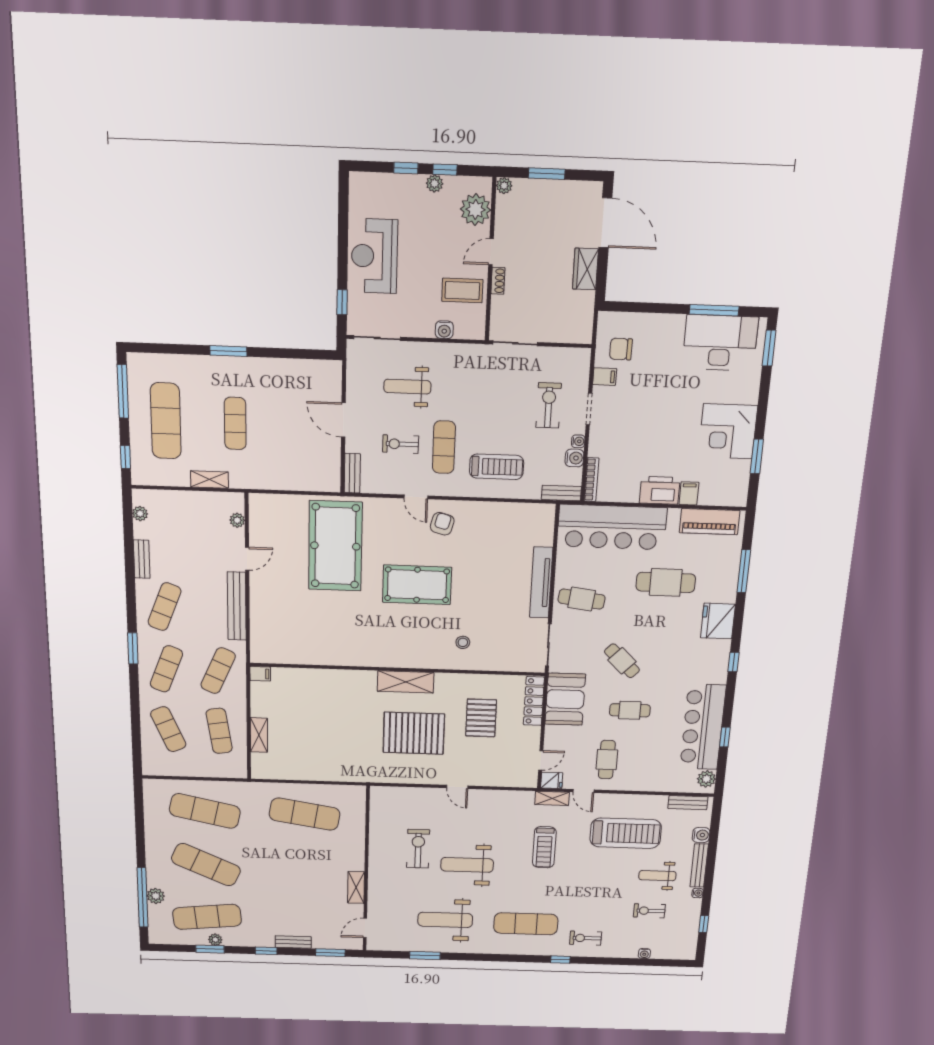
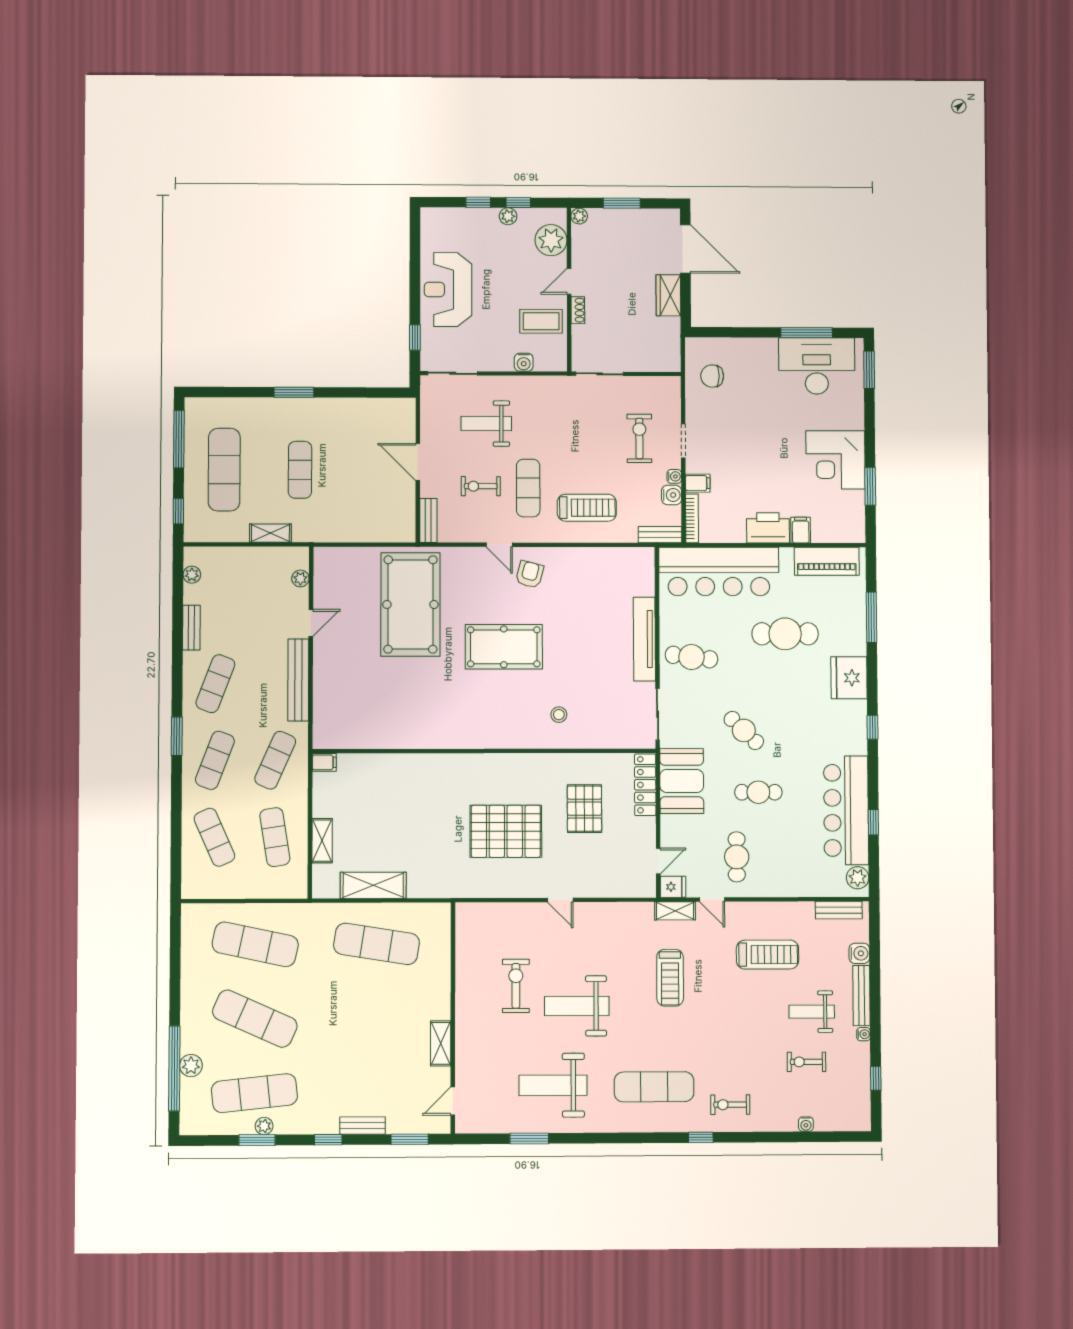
filing cabinet: (605, 377) -> (698, 483), moved
shelving: (406, 682) -> (373, 885), moved
treadmill: (626, 833) -> (768, 955), width x0.73, depth x0.73

